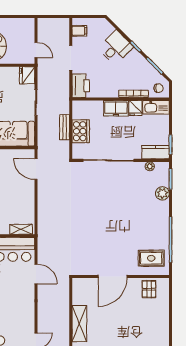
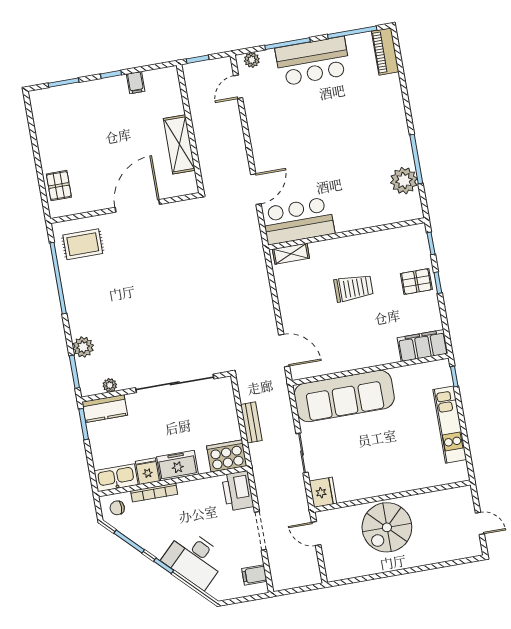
desk: (116, 48) -> (194, 559), width x1.37
cooker: (81, 131) -> (227, 456), moved, turned 90
door: (36, 274) -> (256, 189), swing flipped
pallet: (149, 289) -> (59, 186), moved
shelving: (79, 324) -> (179, 144), moved

